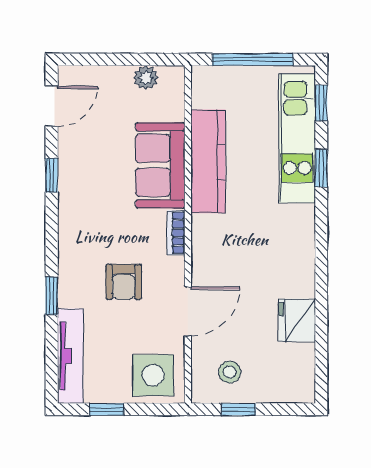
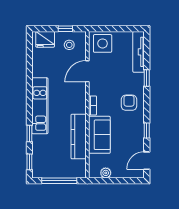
kitchen unit: (297, 138) -> (40, 106), moved
armchair: (124, 282) -> (129, 103), moved
fridge: (297, 320) -> (45, 39), moved, turned 90
window: (107, 409) -> (123, 29), removed

